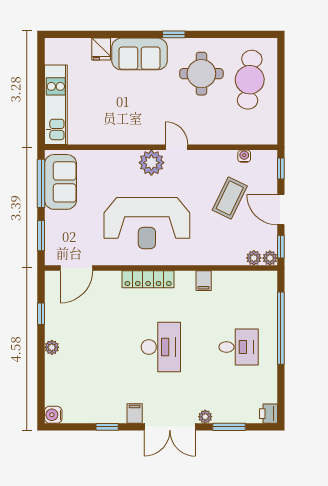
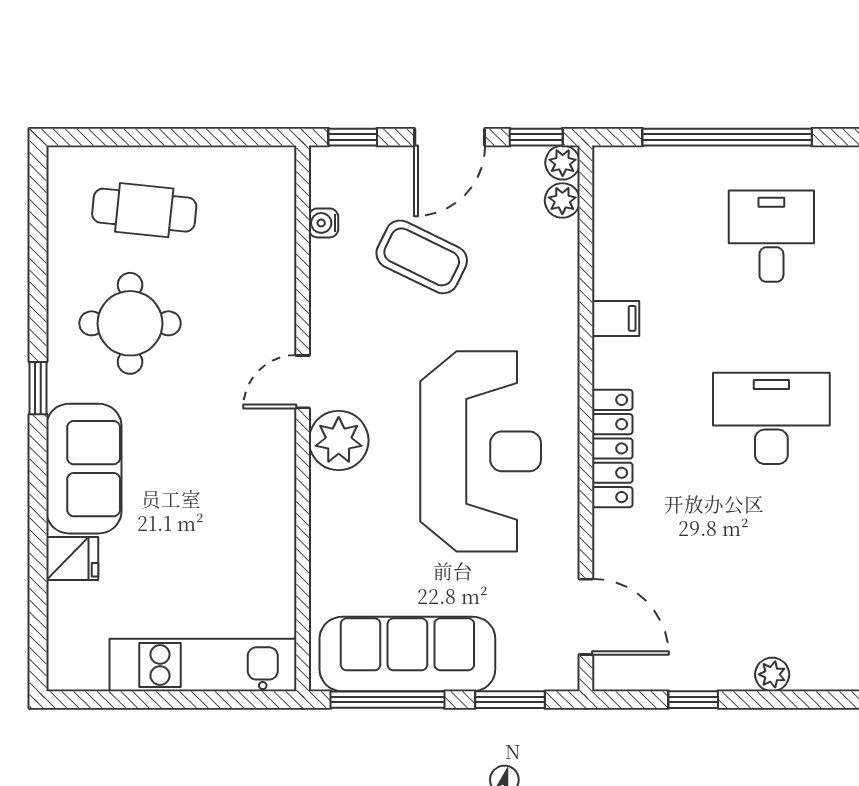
cafe table: (250, 80) -> (144, 210), width x0.73, depth x0.74
sofa: (60, 182) -> (407, 654), width x1.36

